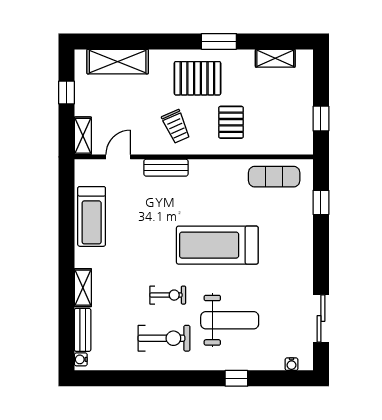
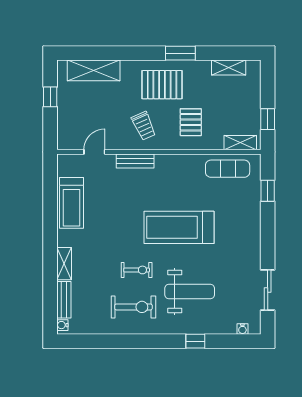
shelving: (83, 136) -> (240, 143), moved, turned 90

